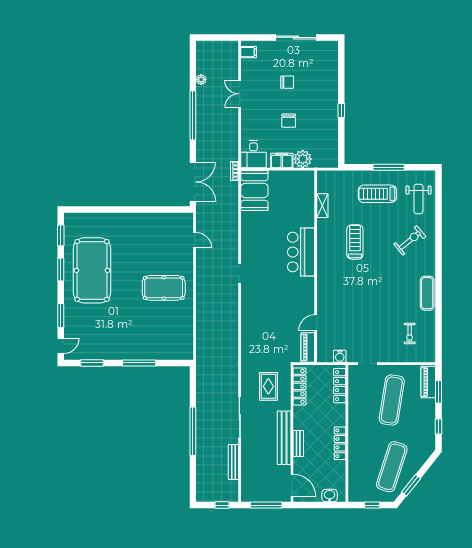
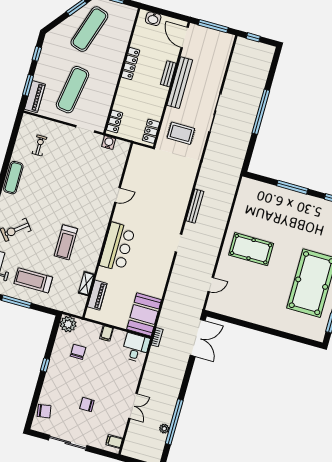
chair: (329, 63) -> (44, 411), added
window: (193, 115) -> (174, 422), moved
chair: (289, 121) -> (78, 352), moved
plant: (303, 159) -> (68, 324), moved
filing cabinet: (282, 160) -> (107, 333), width x0.50
double door: (193, 182) -> (198, 338), swing flipped
treadmill: (377, 194) -> (33, 280), turned 180
door: (195, 240) -> (211, 284), swing flipped
door: (316, 323) -> (117, 195), moved
piano: (308, 347) -> (97, 295), moved
rug: (268, 386) -> (181, 133), turned 90
locker: (300, 386) -> (151, 131), width x0.66
locker: (340, 386) -> (115, 121), width x0.66
bench: (233, 462) -> (195, 206), moved

